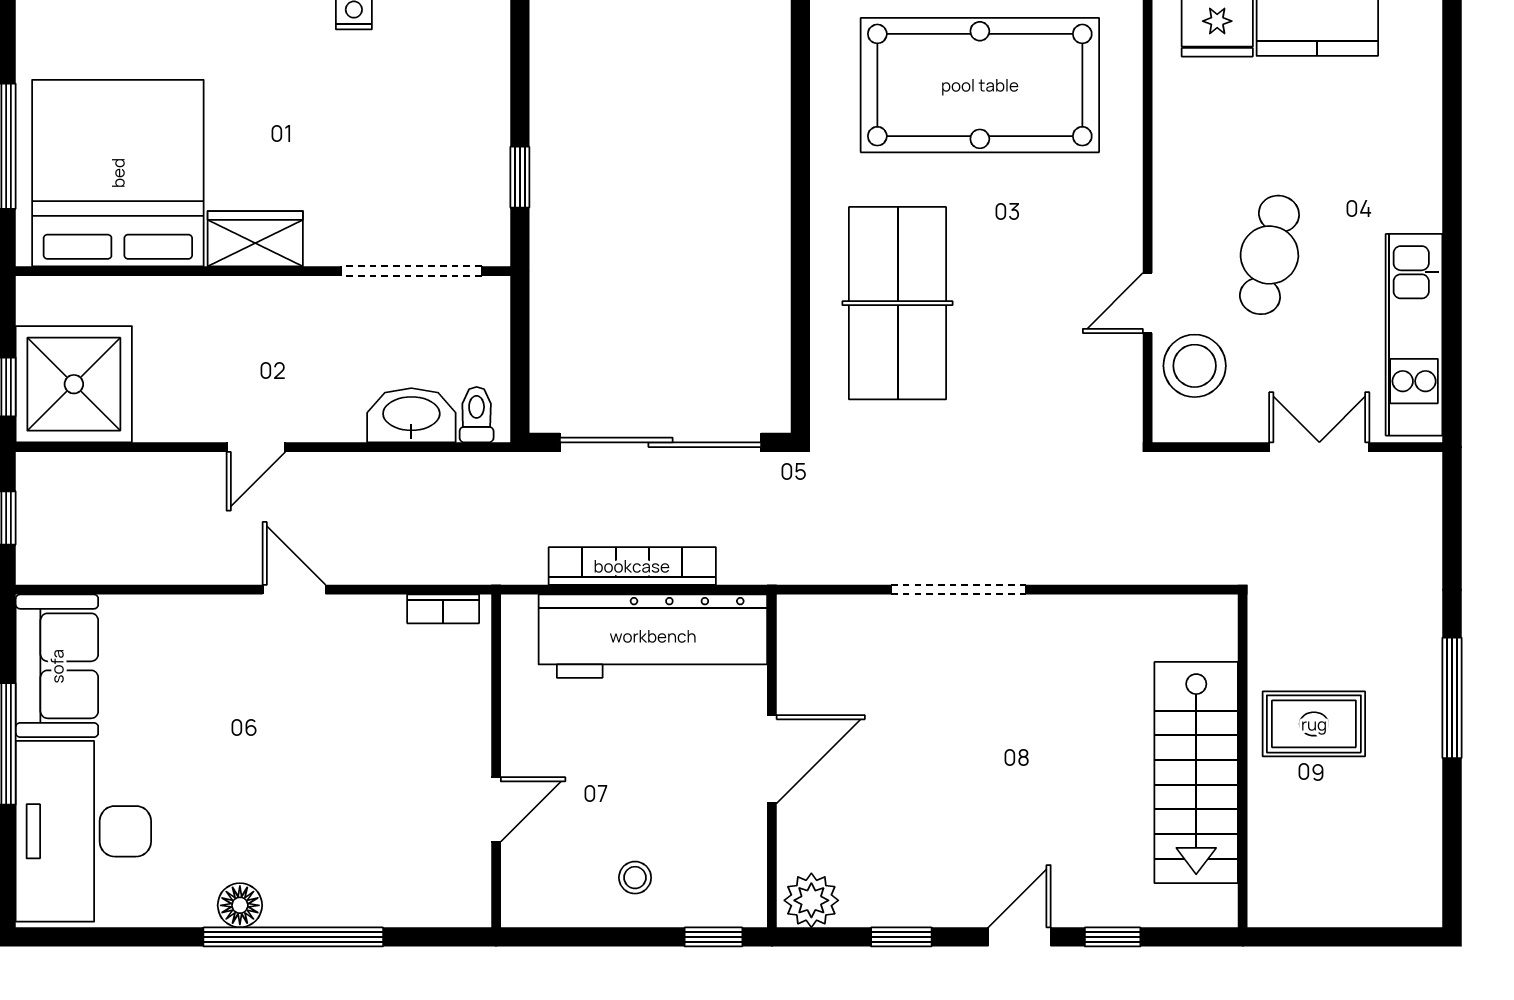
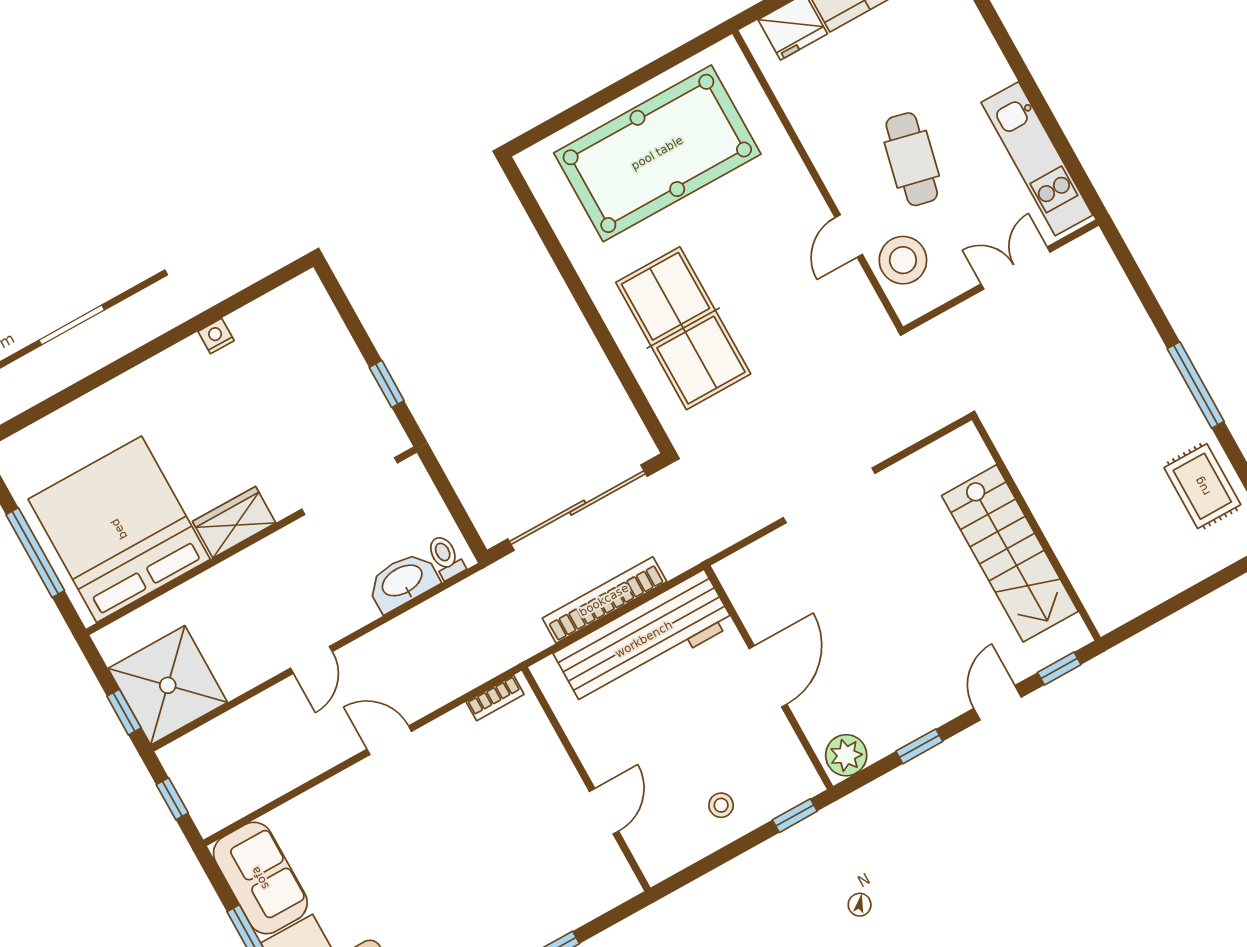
rug: (1314, 724) -> (1202, 486), moved, turned 90
wall: (1243, 761) -> (1036, 529), moved
stairs: (1196, 773) -> (1010, 553), moved

